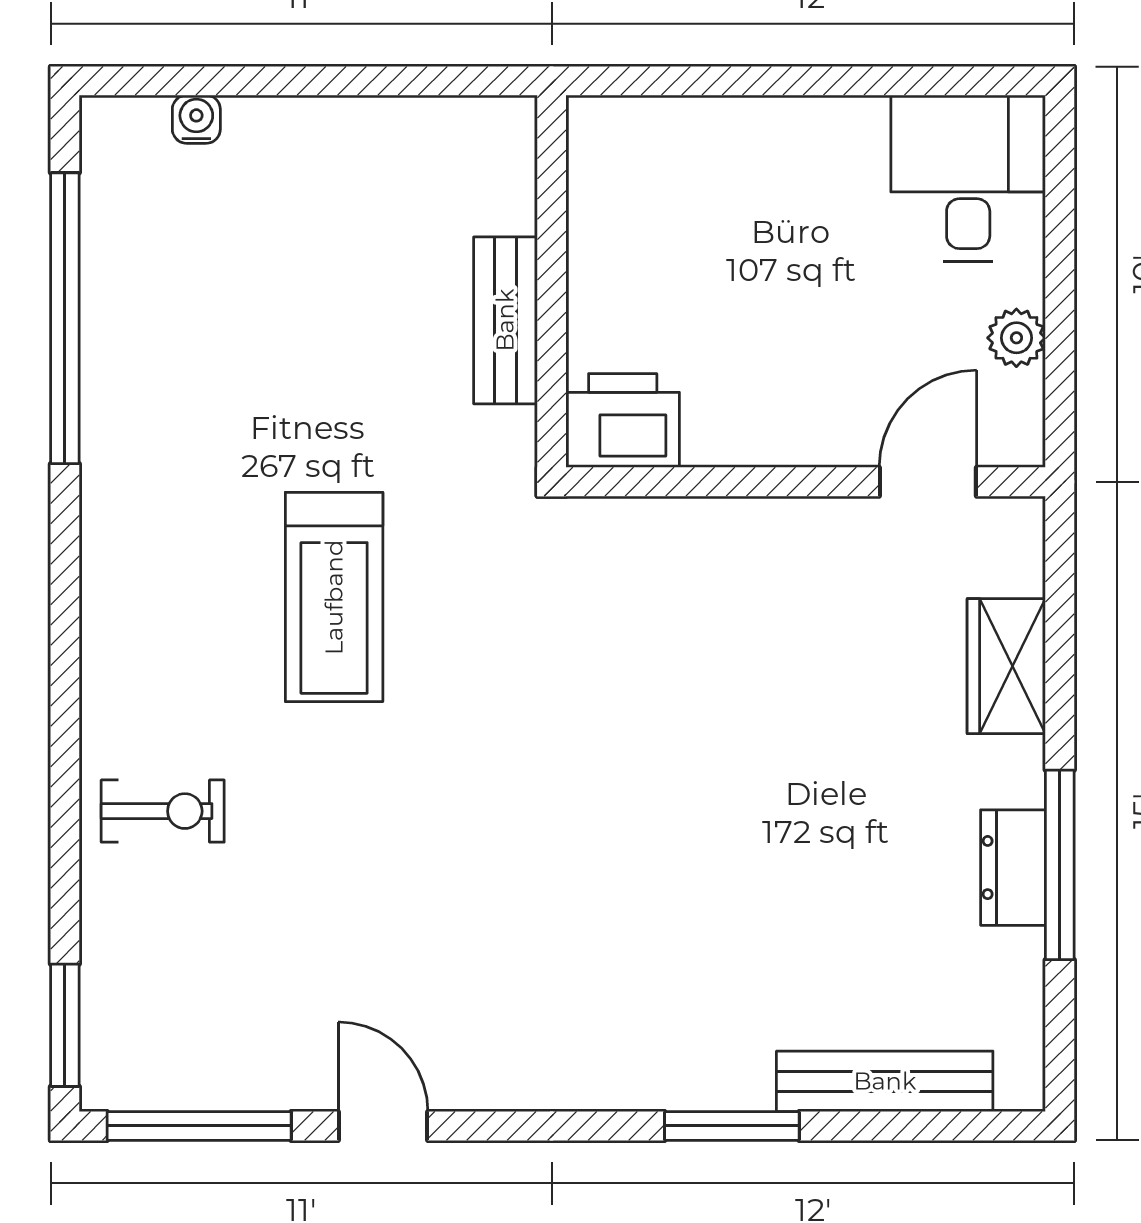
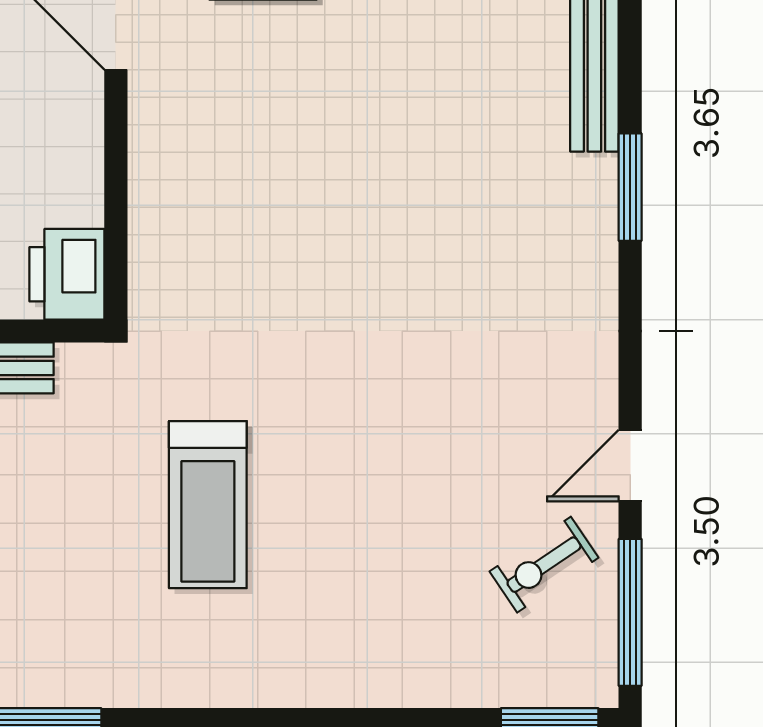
treadmill: (334, 597) -> (208, 505), turned 90
exercise bike: (163, 811) -> (544, 565), moved, turned -124

